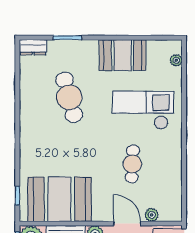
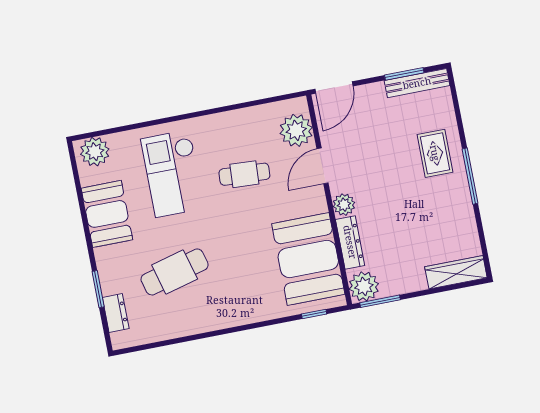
dresser: (33, 47) -> (116, 313), moved
plant: (176, 60) -> (95, 152), width x1.88, depth x1.88
plant: (152, 215) -> (296, 130), width x1.88, depth x1.88

